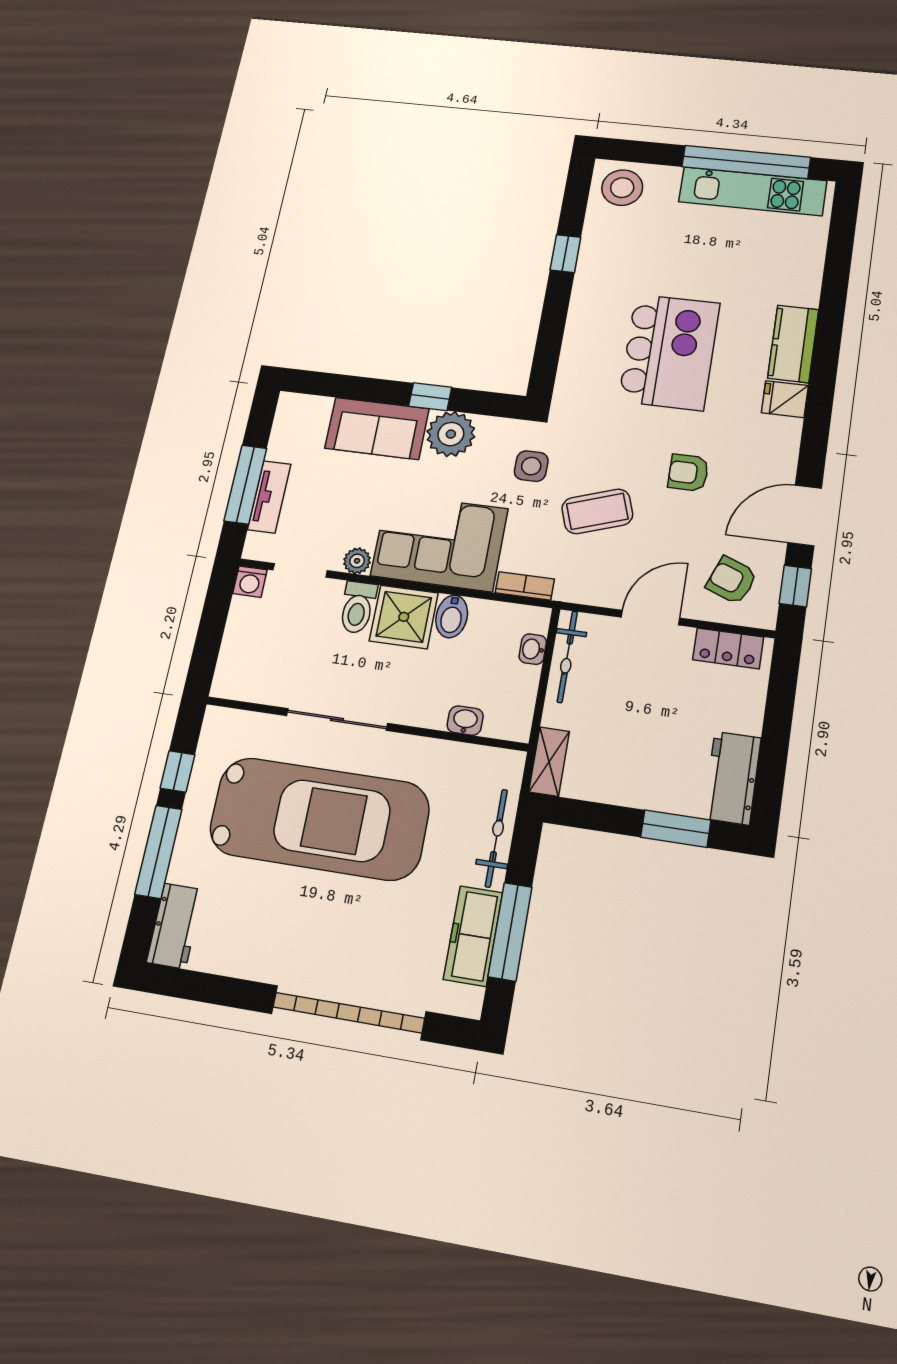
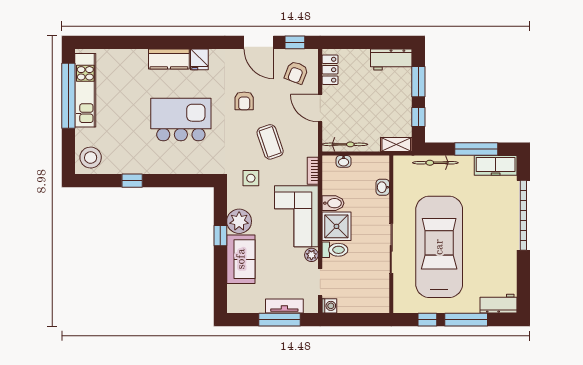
window: (600, 817) -> (418, 117), added
freezer: (473, 936) -> (496, 165), moved

